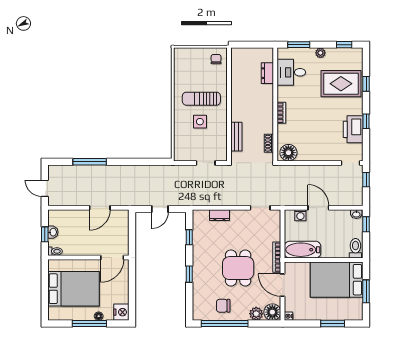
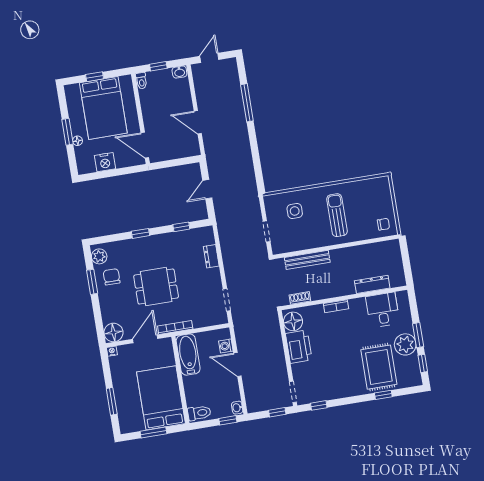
window: (299, 45) -> (418, 335), moved
plant: (320, 53) -> (405, 344), width x1.87, depth x1.87
dresser: (267, 73) -> (372, 284), width x1.44
window: (366, 121) -> (319, 405), moved
side table: (200, 122) -> (295, 211), moved
printer: (353, 129) -> (299, 347), moved, turned 90
bench: (236, 137) -> (307, 260), width x1.36
door: (318, 208) -> (237, 365), swing flipped
door: (160, 209) -> (207, 189), hinge flipped
washbasin: (53, 232) -> (179, 72), moved
window: (45, 292) -> (95, 77), added
nightstand: (121, 312) -> (105, 162), moved
plant: (256, 314) -> (99, 256), moved
window: (89, 324) -> (68, 132), width x0.69
window: (225, 324) -> (92, 282), width x0.47

